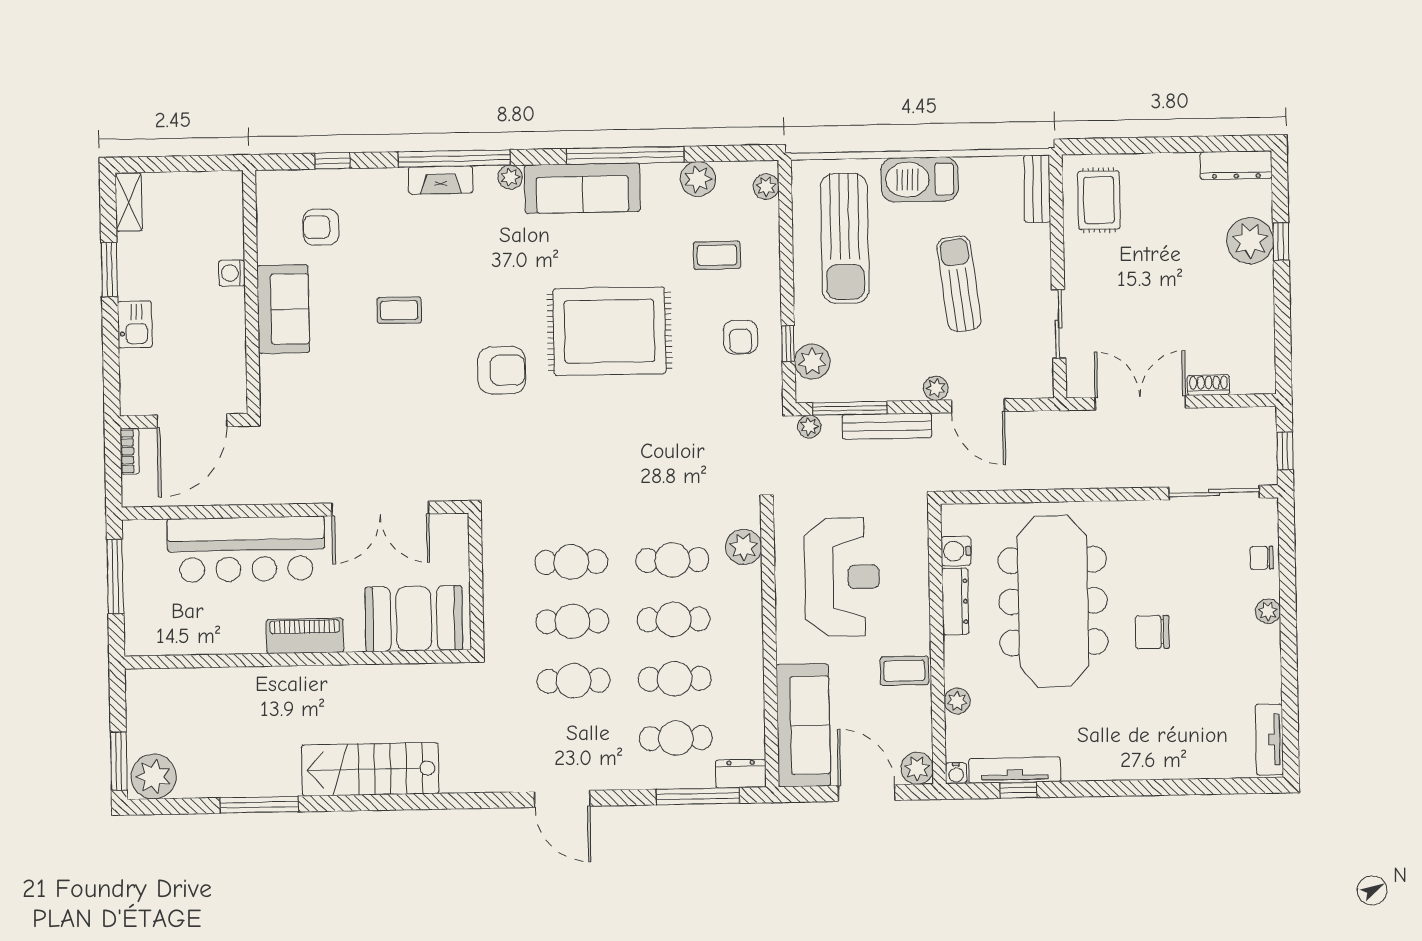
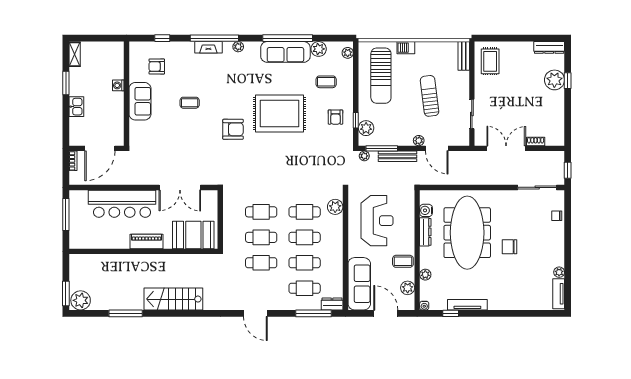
barbecue: (920, 179) -> (406, 48), width x0.53, depth x0.65
sofa: (582, 188) -> (285, 52), moved
plant: (1268, 611) -> (559, 272), moved
plant: (917, 768) -> (408, 288), moved
tv unit: (1015, 770) -> (467, 305), moved

